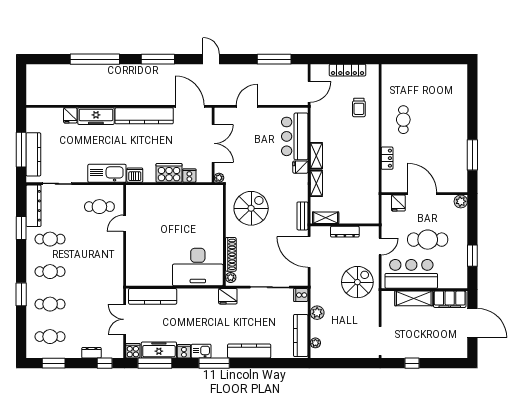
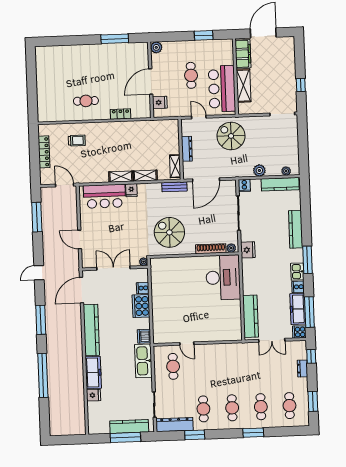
cafe table: (428, 240) -> (191, 75), width x0.73, depth x0.74

